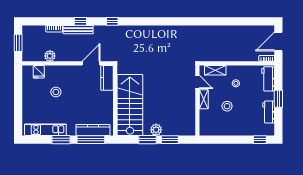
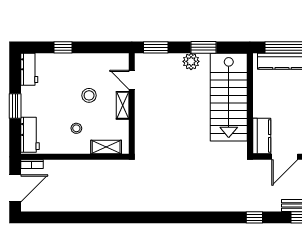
door: (197, 82) -> (132, 80), moved
workbench: (269, 112) -> (29, 69), moved
window: (170, 140) -> (156, 47), moved
window: (260, 140) -> (63, 47), moved

